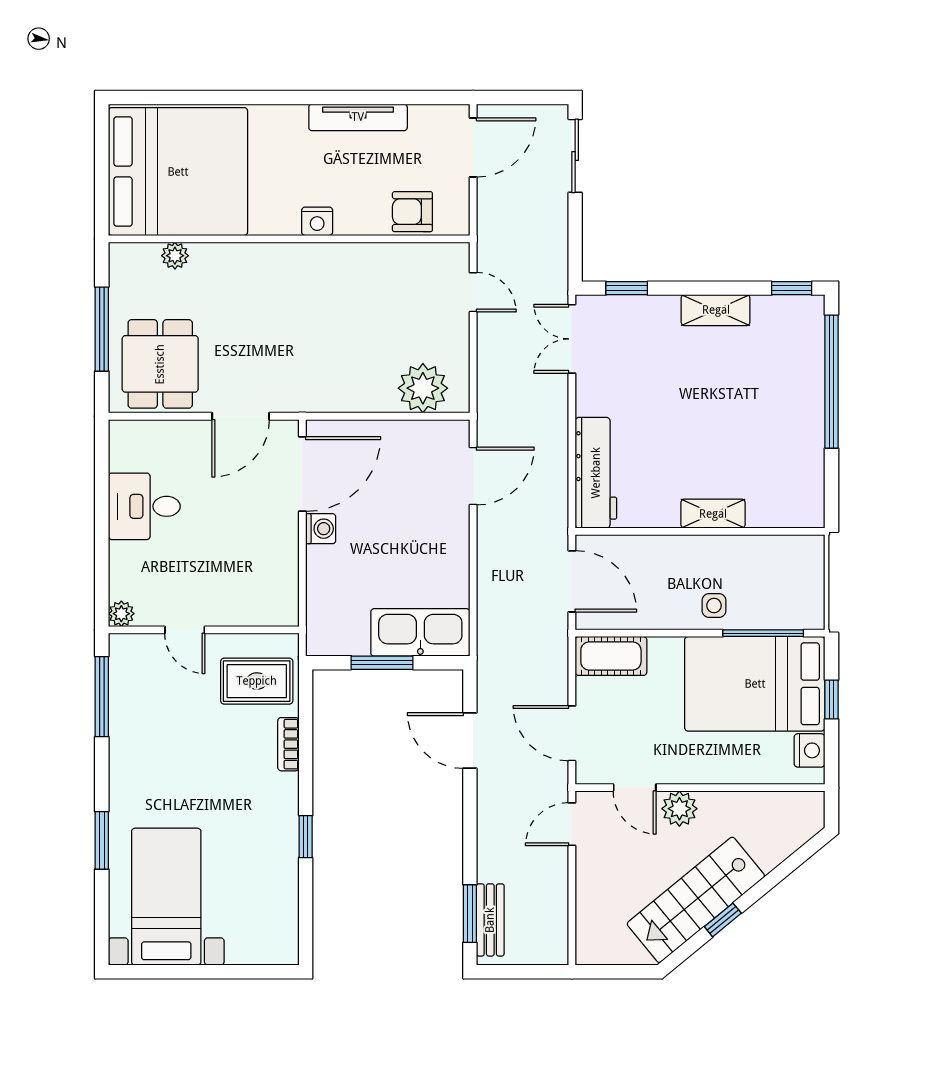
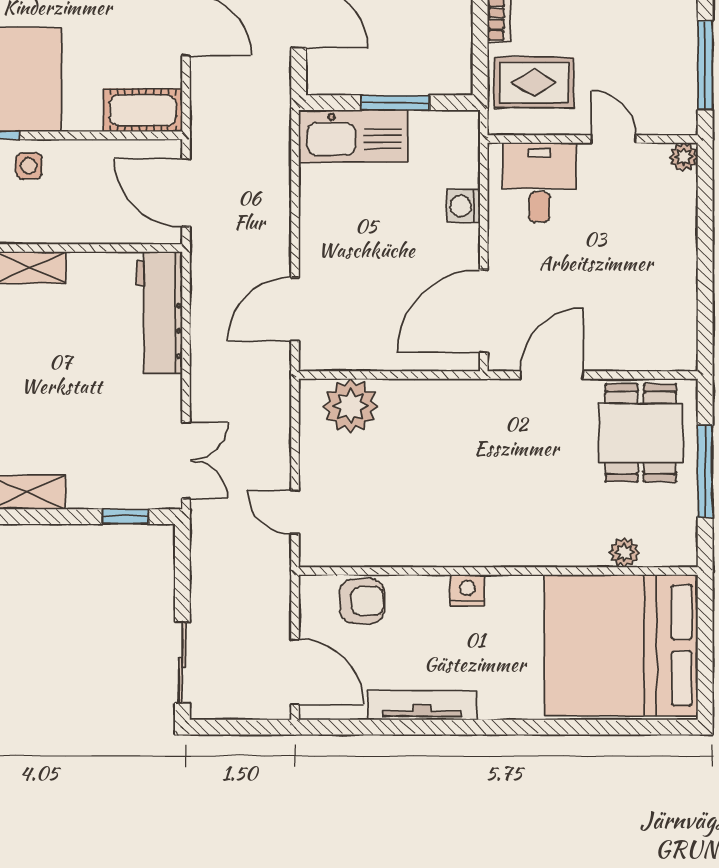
door: (473, 147) -> (295, 672), swing flipped
desk: (144, 506) -> (539, 182), moved, turned -90
washing machine: (321, 529) -> (463, 206), moved

